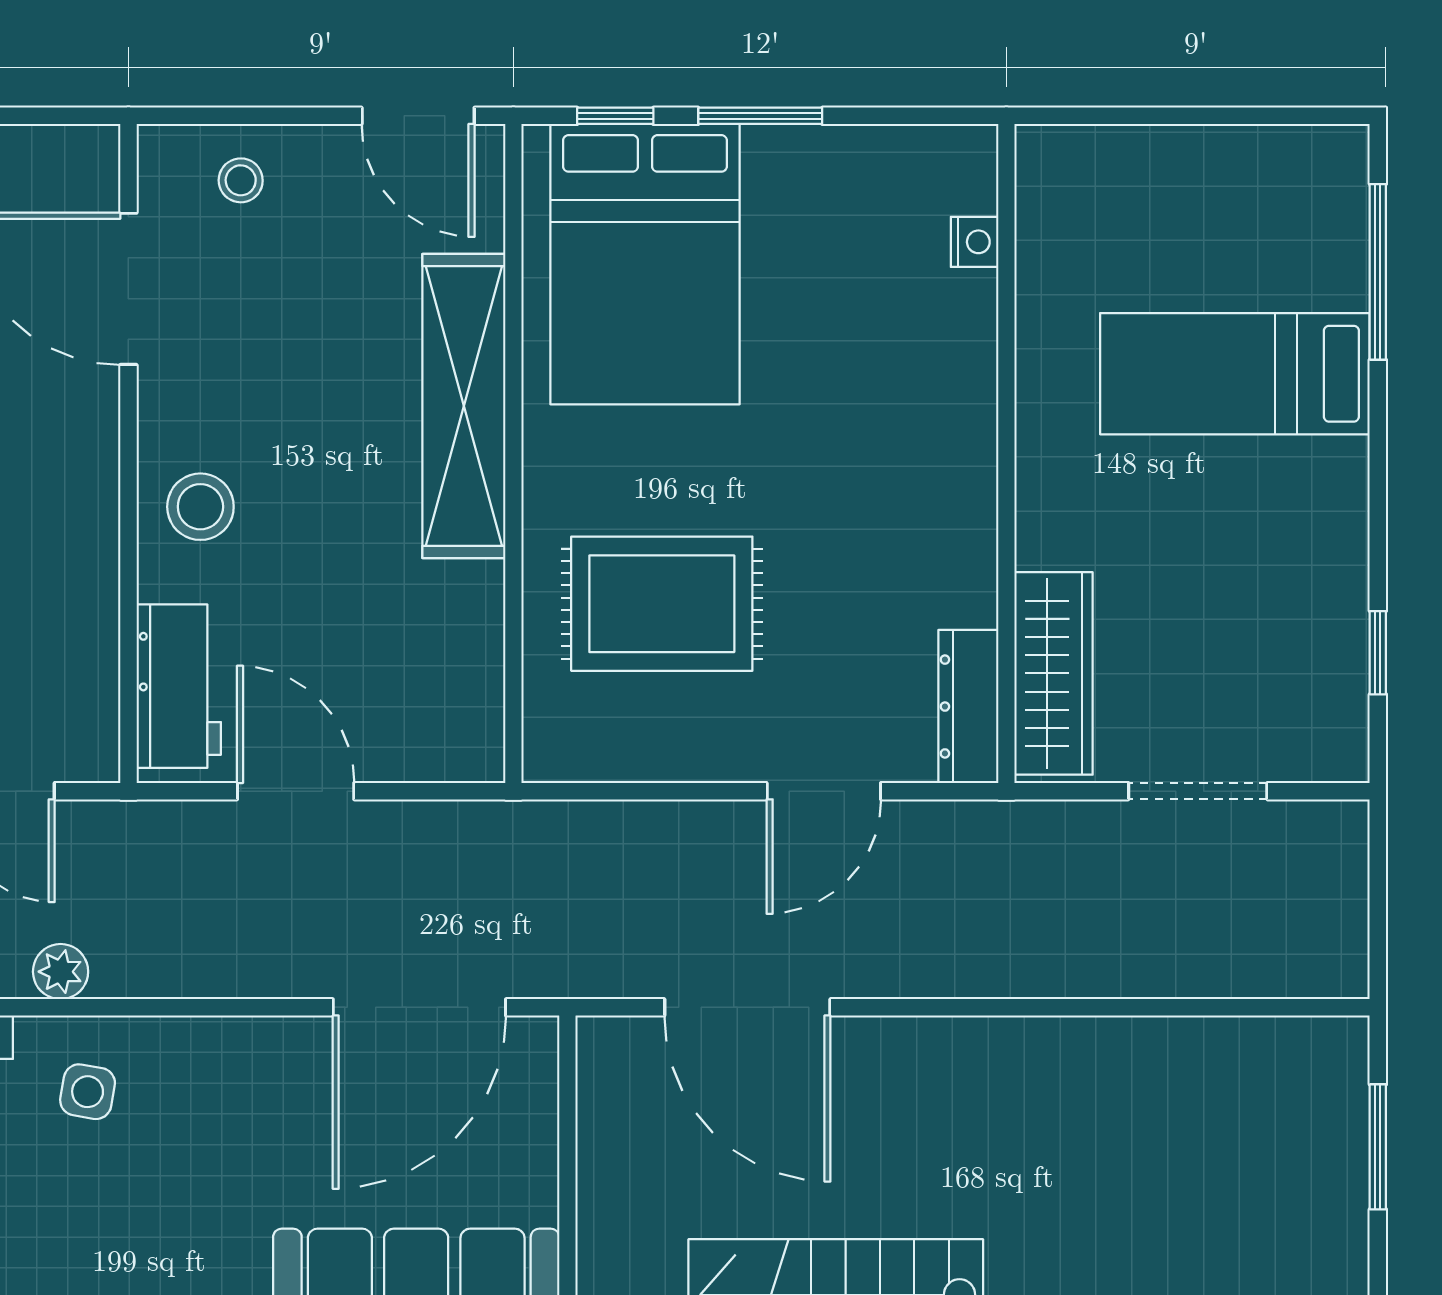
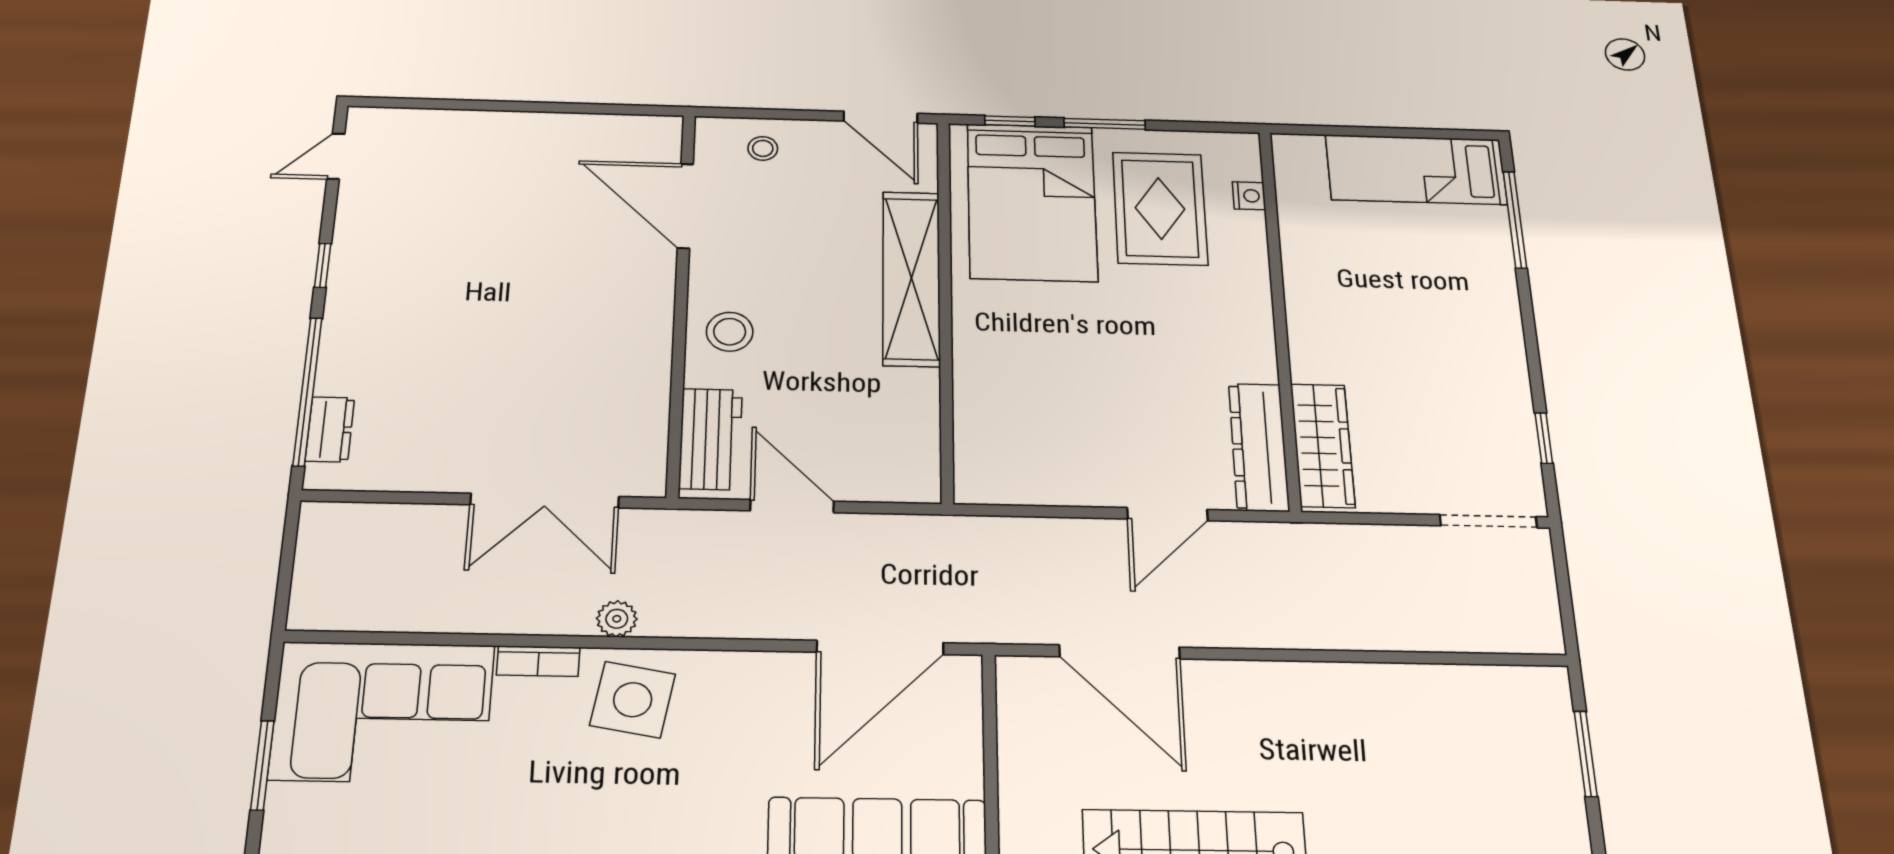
bed: (1235, 374) -> (1416, 170), moved
rug: (662, 604) -> (1160, 208), moved, turned 90
dresser: (968, 707) -> (1259, 447), width x1.37, depth x1.24
doorway: (1198, 791) -> (1488, 521), moved
side table: (88, 1092) -> (633, 700), width x1.87, depth x1.87

